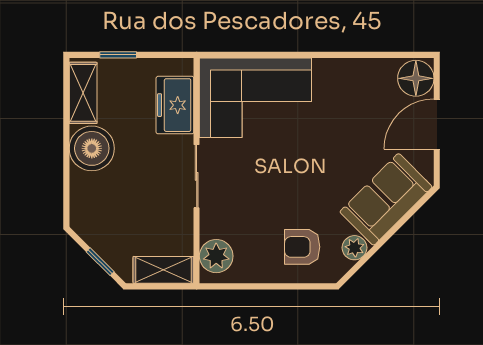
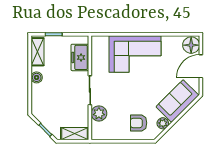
corner sofa: (255, 98) -> (135, 54), moved
boiler: (92, 148) -> (37, 77), width x0.54, depth x0.54
plant: (216, 256) -> (99, 113), moved

